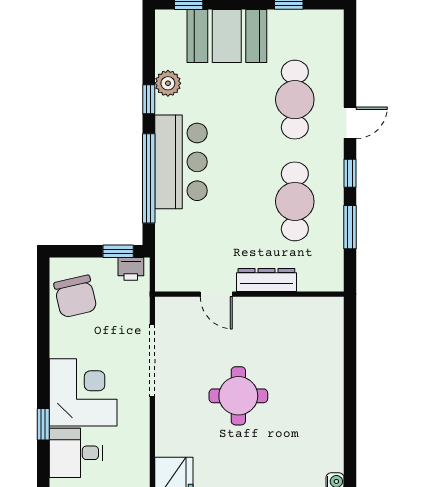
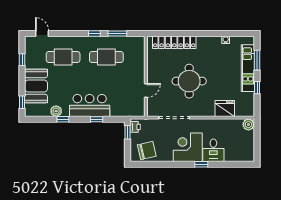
door: (350, 123) -> (42, 34), moved
window: (149, 178) -> (97, 119), width x0.32
dresser: (266, 280) -> (140, 69), removed
locker: (329, 361) -> (174, 42), added
round table: (238, 396) -> (189, 81), width x1.36, depth x1.36

